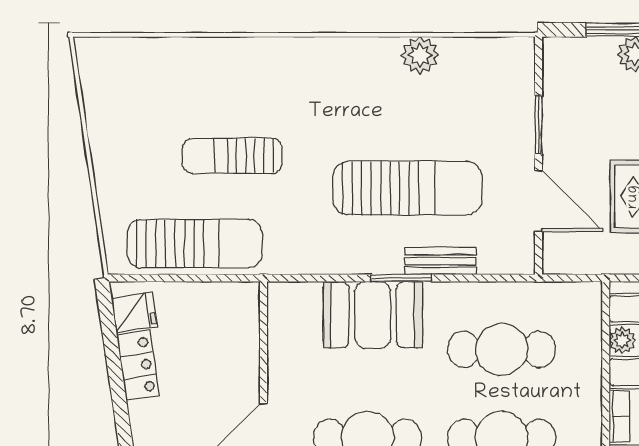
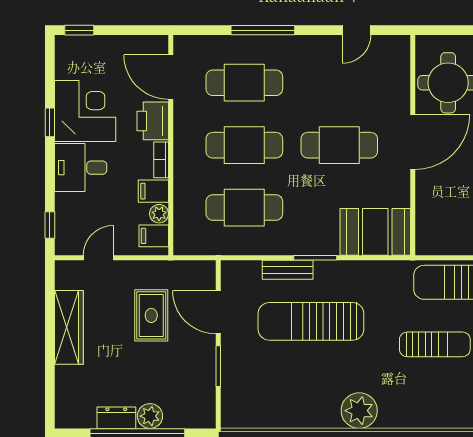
plant: (420, 55) -> (359, 411), moved, width x1.36, depth x1.36
booth: (373, 315) -> (375, 232), moved

